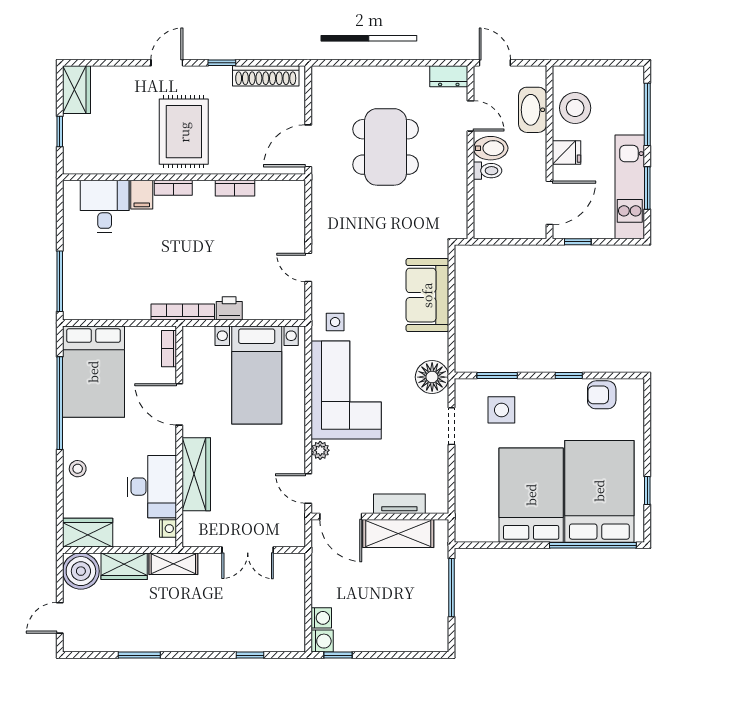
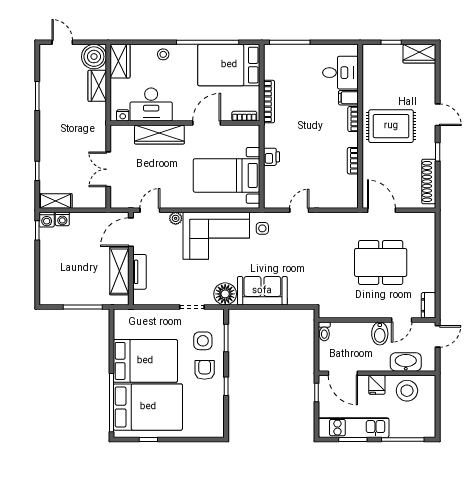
toilet: (488, 171) -> (324, 331), moved
sofa: (427, 295) -> (262, 291), moved
bookcase: (183, 312) -> (269, 102), moved
armchair: (602, 395) -> (205, 370), moved
shelving: (173, 564) -> (56, 201), moved, turned 90

